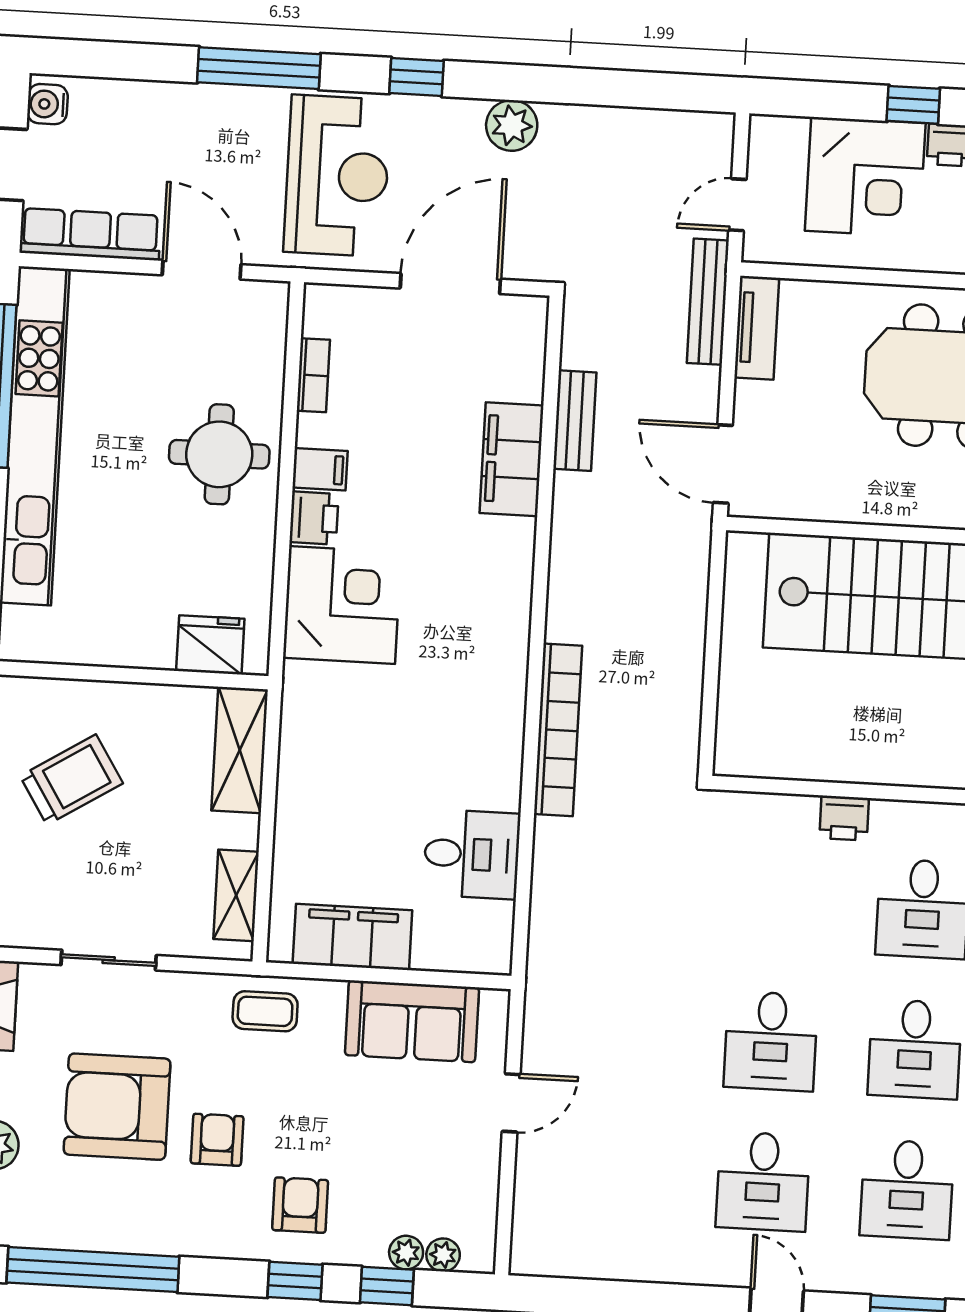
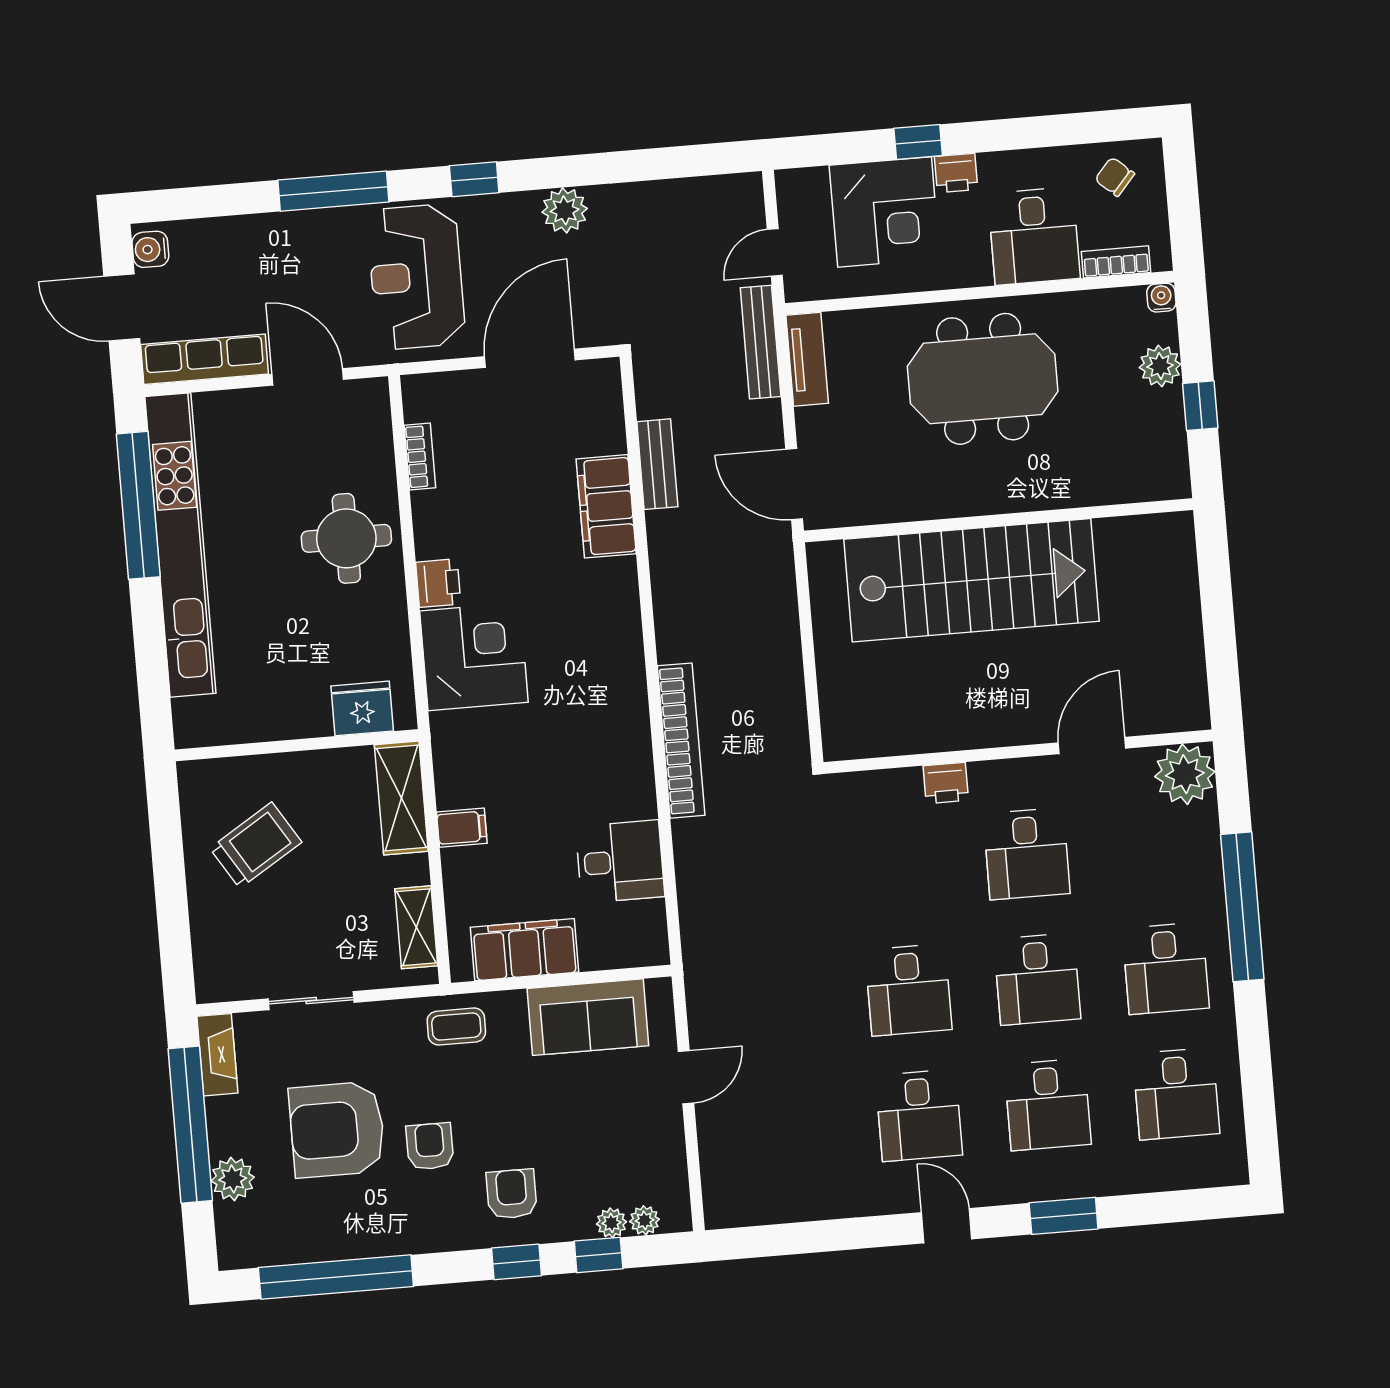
reception desk: (337, 176) -> (416, 277), turned 180
filing cabinet: (320, 469) -> (462, 828), moved

